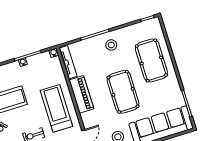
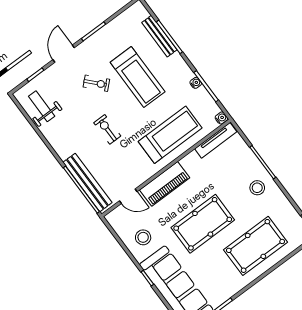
piano: (81, 94) -> (165, 184), moved
treadmill: (56, 108) -> (170, 135), moved

